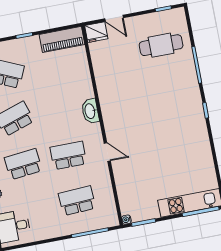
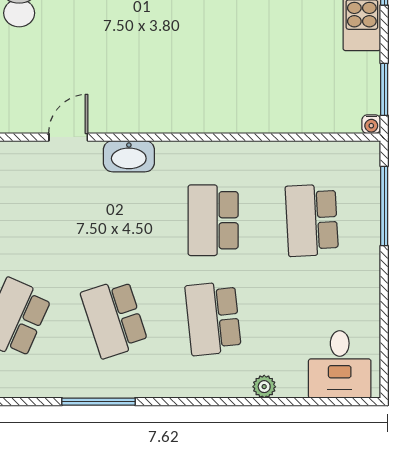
door: (107, 152) -> (68, 137), moved

